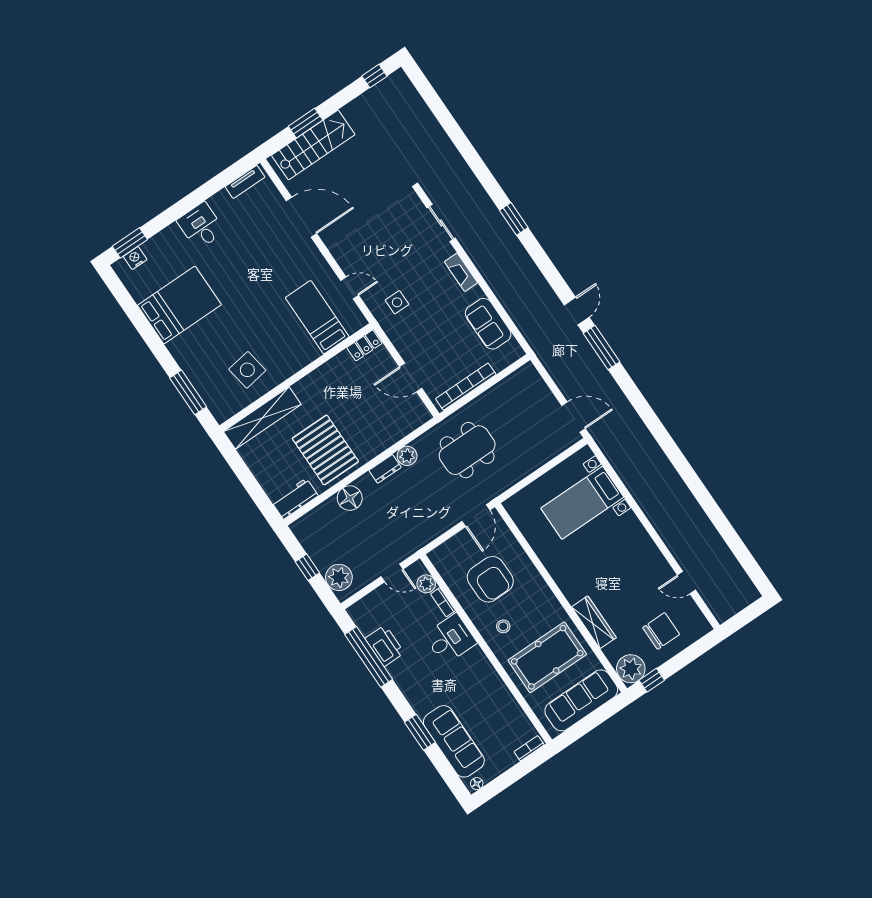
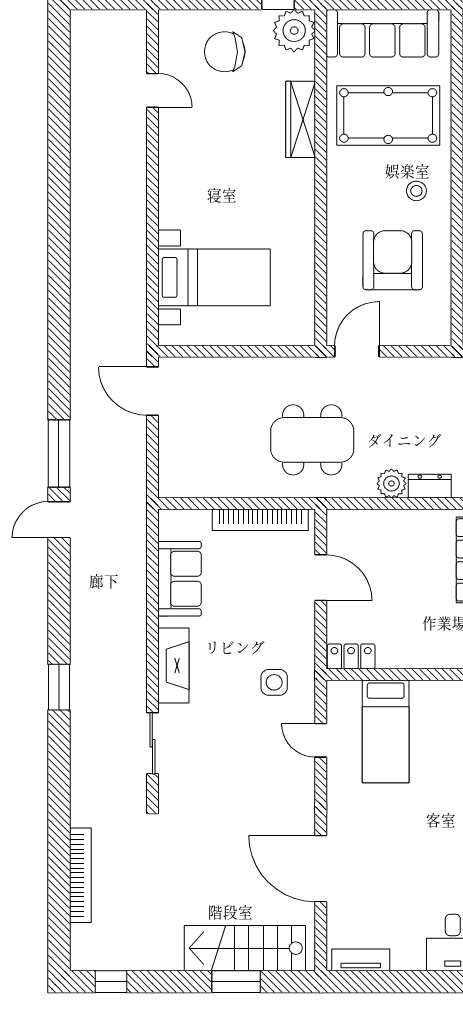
bookcase: (431, 123) -> (80, 875), added
fireplace: (461, 272) -> (173, 666), width x1.37, depth x1.32

